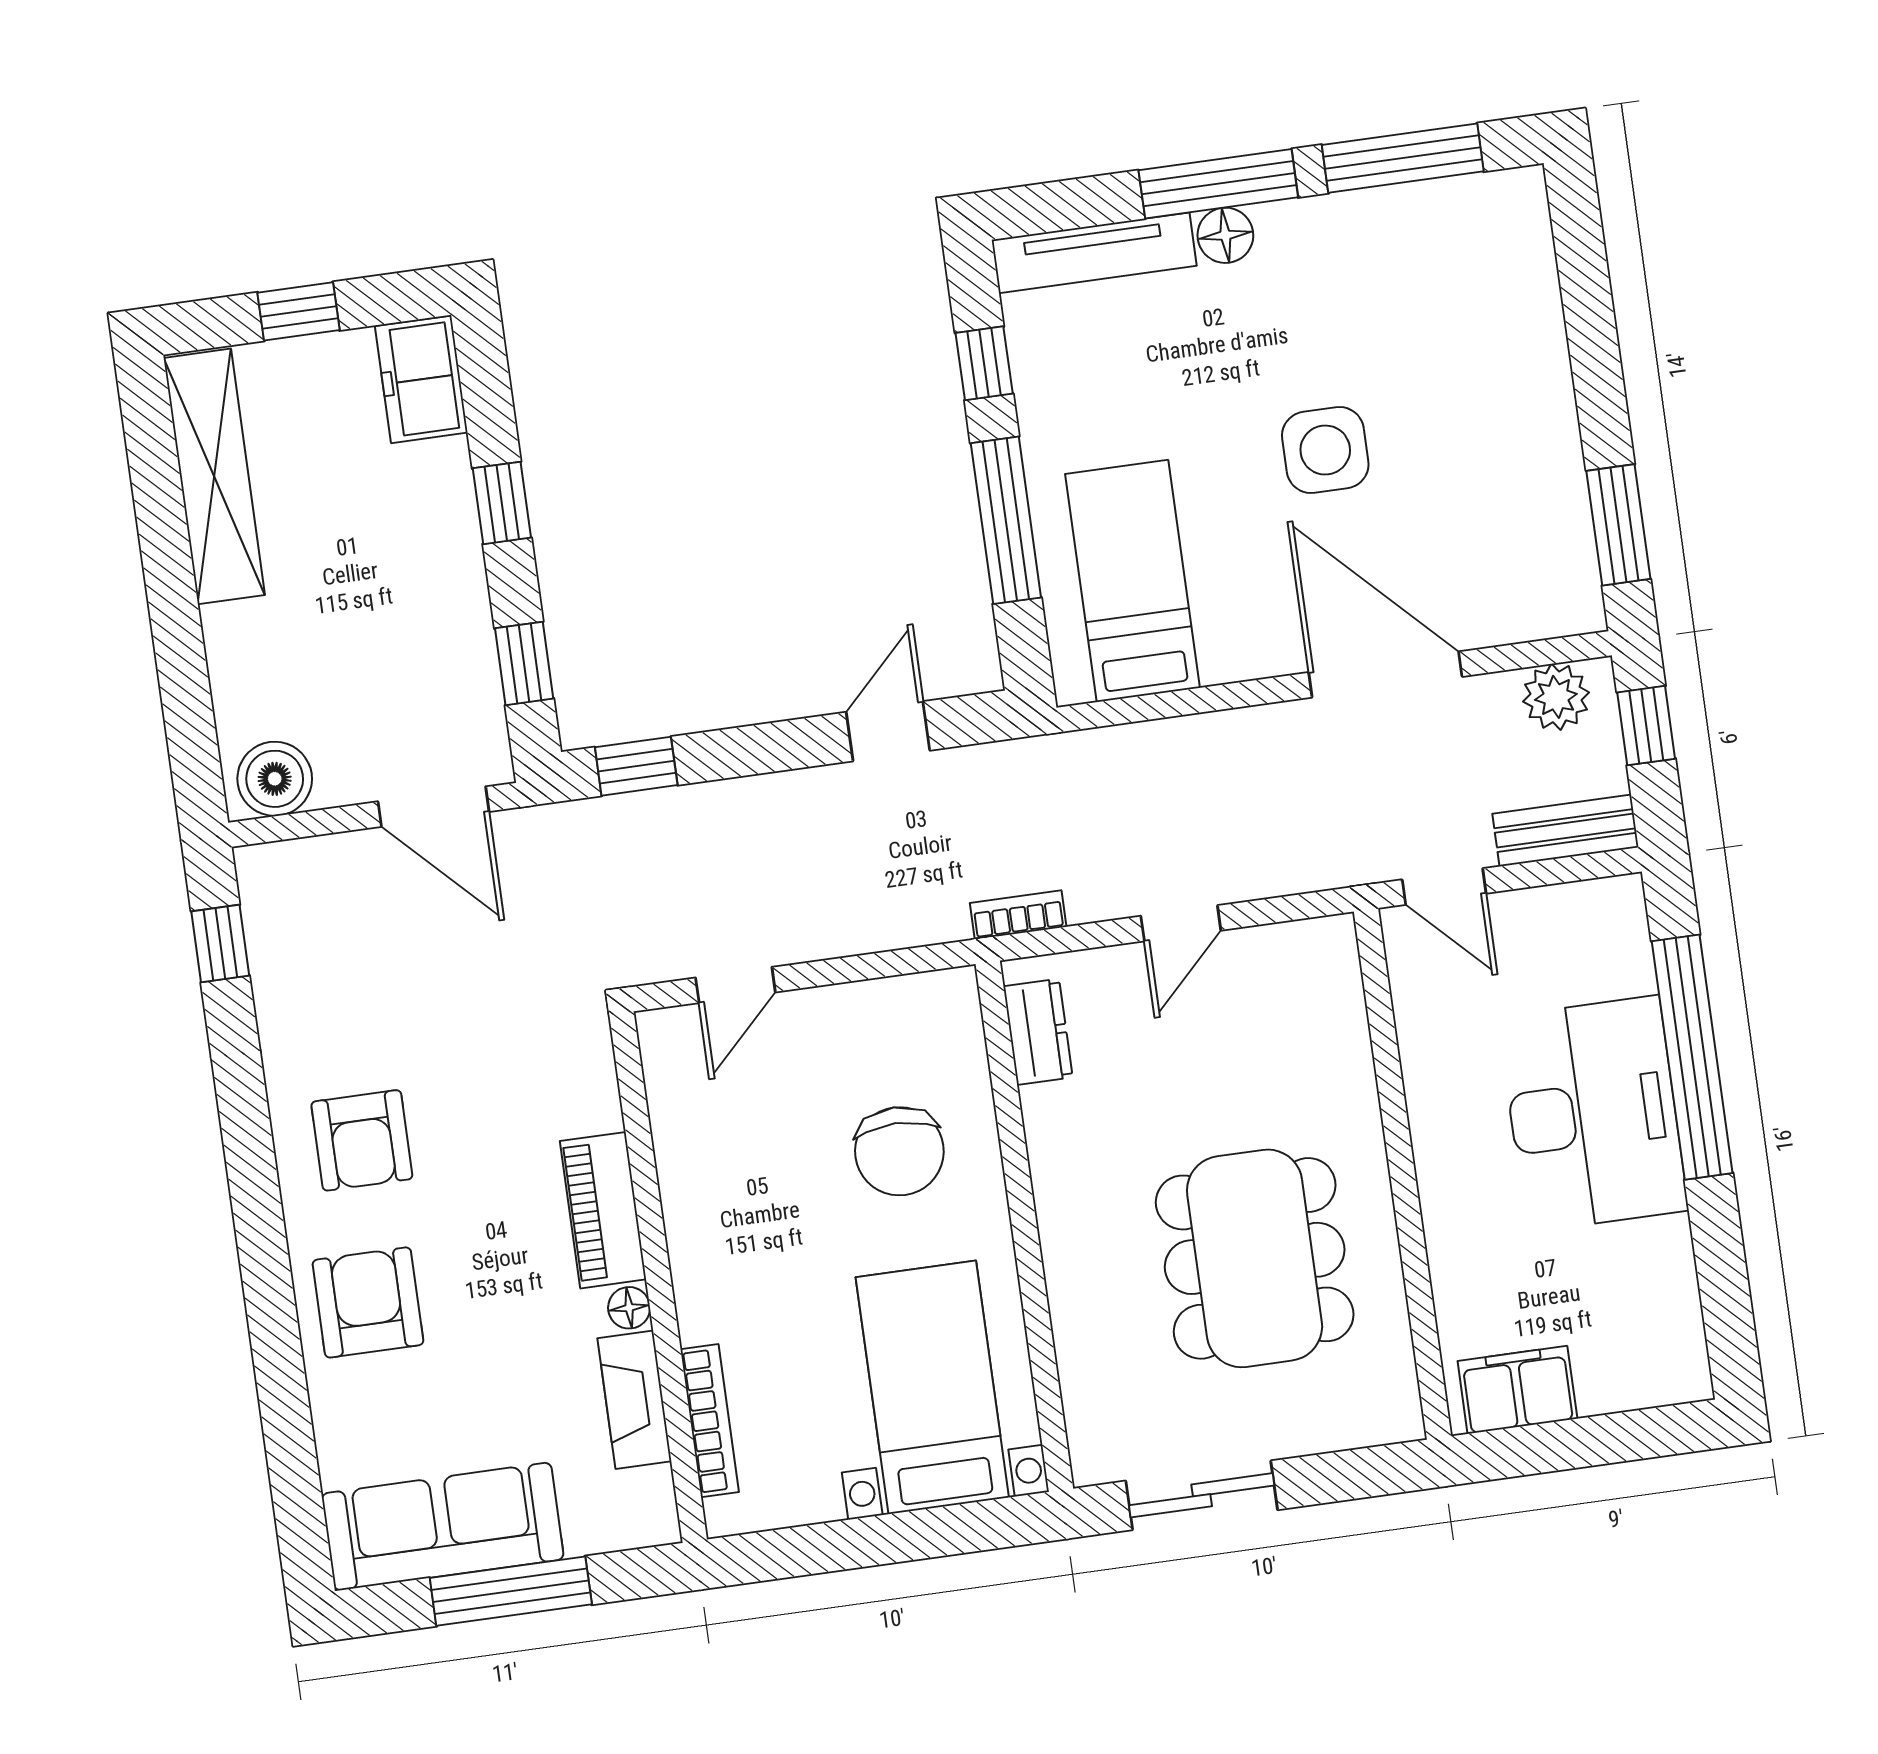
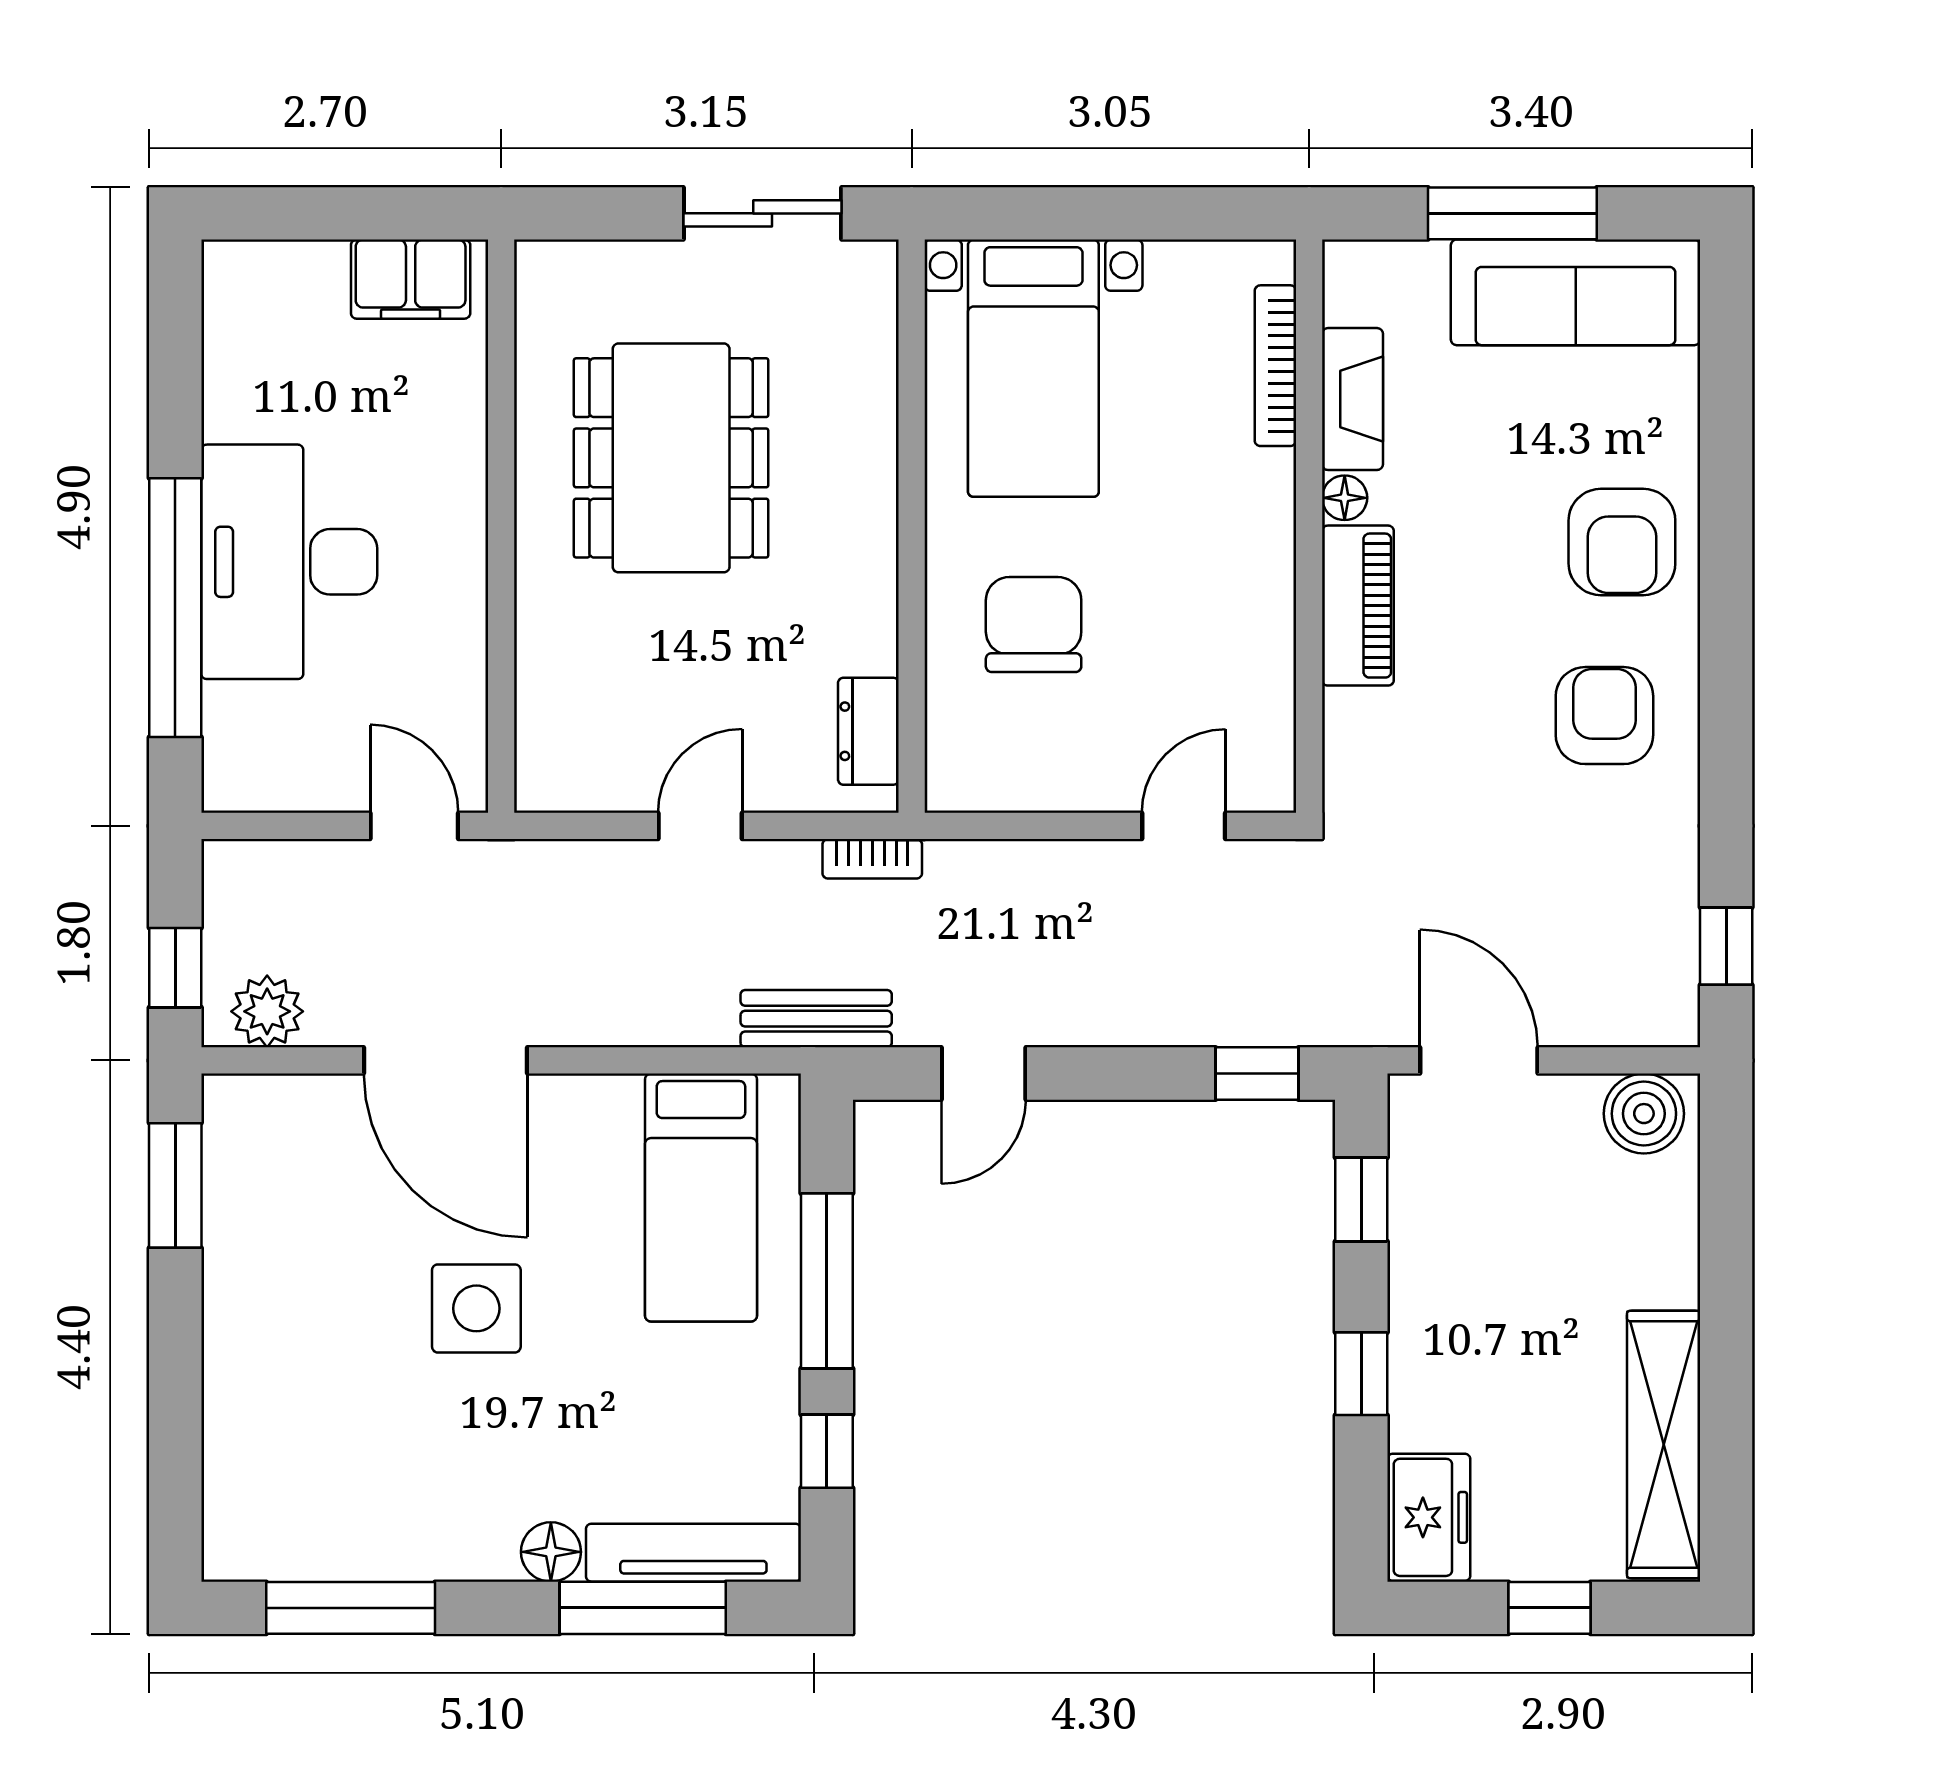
window: (1218, 184) -> (643, 1608), moved
bench: (1565, 830) -> (816, 1019), moved

